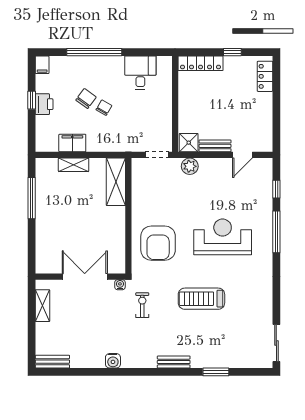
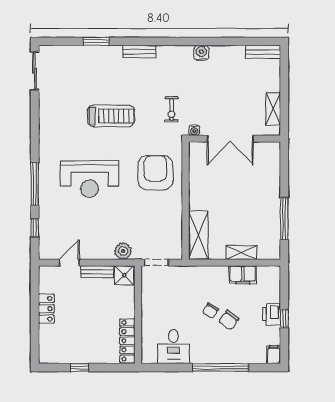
locker: (200, 63) -> (127, 341), moved, turned -90
locker: (265, 76) -> (46, 309), moved

